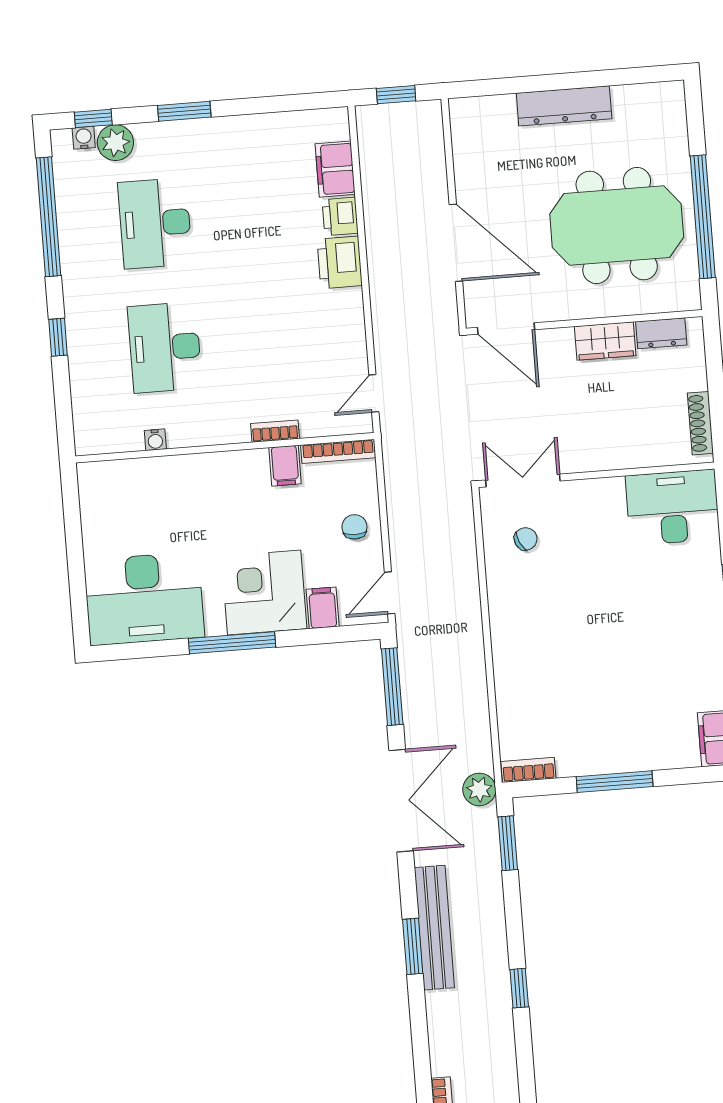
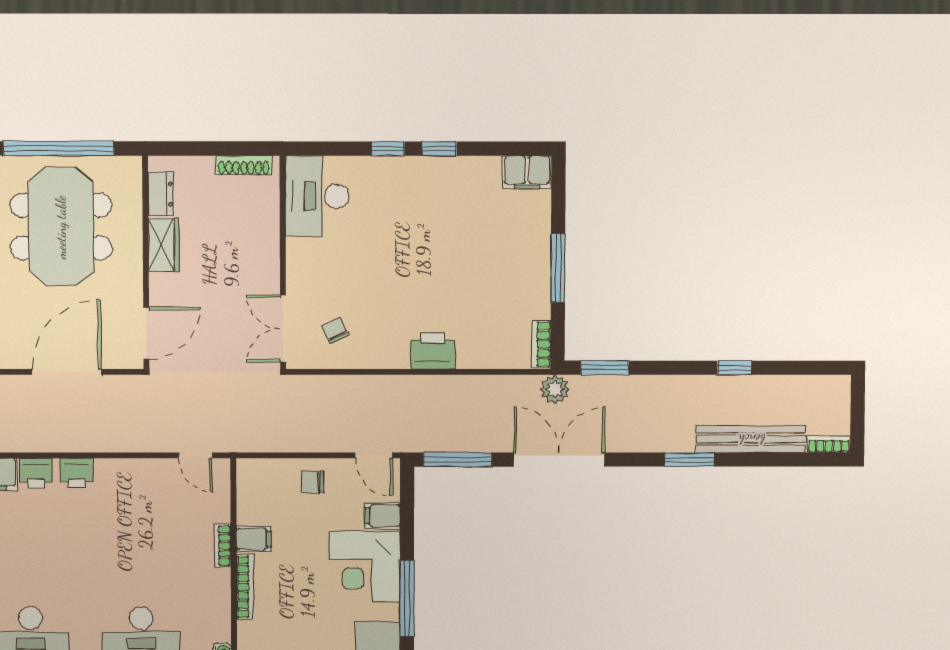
printer: (340, 262) -> (77, 473), width x0.73, depth x0.81
bookcase: (338, 451) -> (245, 587), moved
printer: (512, 650) -> (433, 351), added
bench: (434, 928) -> (751, 439), moved

